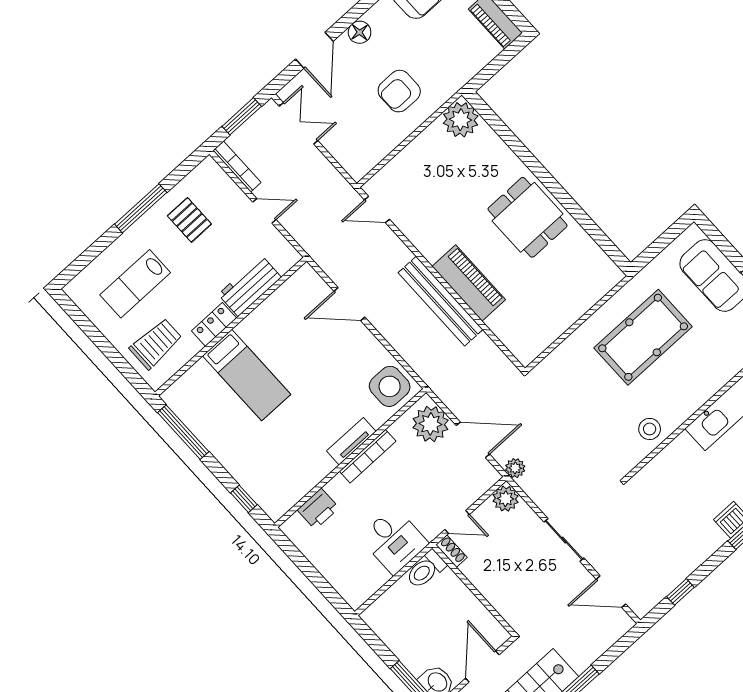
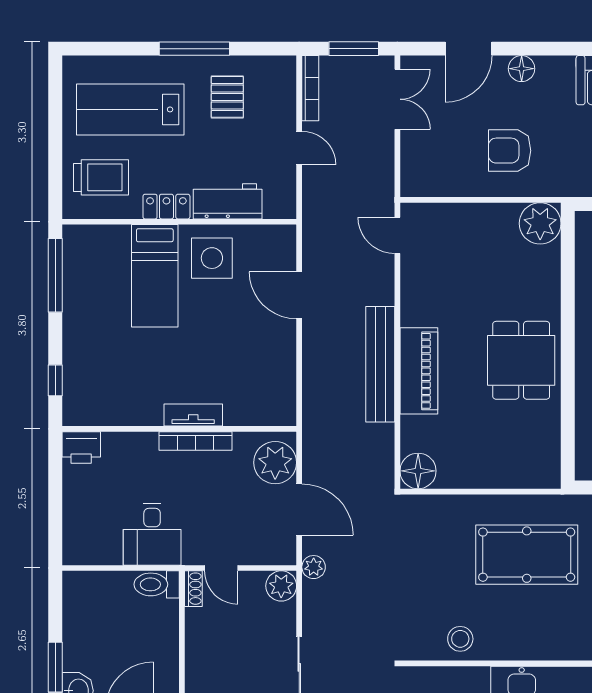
lab bench: (135, 284) -> (130, 109), width x1.36, depth x1.39
floor lamp: (526, 347) -> (418, 471), added
side table: (390, 386) -> (212, 258), moved
printer: (318, 509) -> (81, 448), moved

